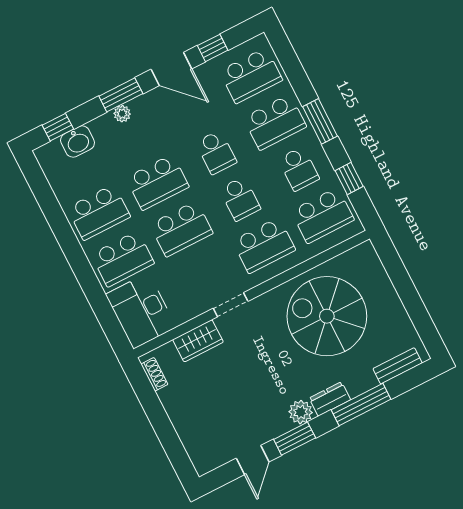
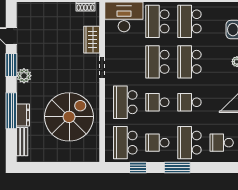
school desk: (251, 76) -> (222, 143), width x0.54
dresser: (330, 399) -> (23, 115), moved

